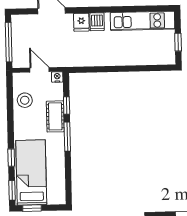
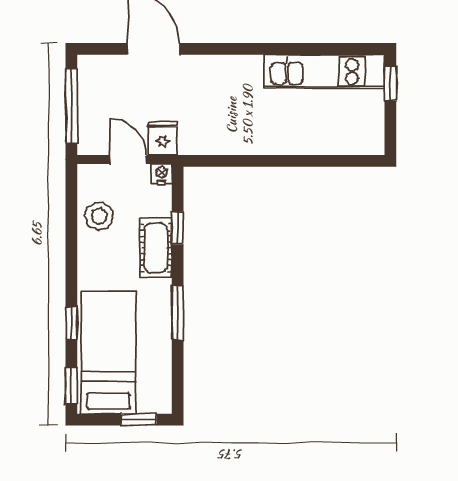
fridge: (81, 22) -> (163, 138), moved, turned 180
dishwasher: (97, 22) -> (239, 72), removed
window: (178, 42) -> (390, 83), moved
window: (67, 137) -> (178, 313), moved
window: (32, 208) -> (139, 420), moved

